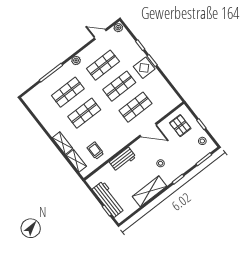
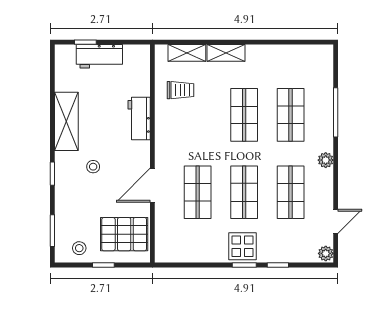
pallet: (180, 126) -> (124, 234), width x1.50, depth x1.42
workbench: (108, 199) -> (99, 56), width x0.73

